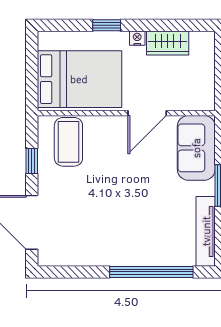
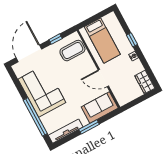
wardrobe: (168, 43) -> (145, 82), moved
bed: (79, 79) -> (102, 41), width x0.67
corner sofa: (111, 235) -> (42, 91), added

